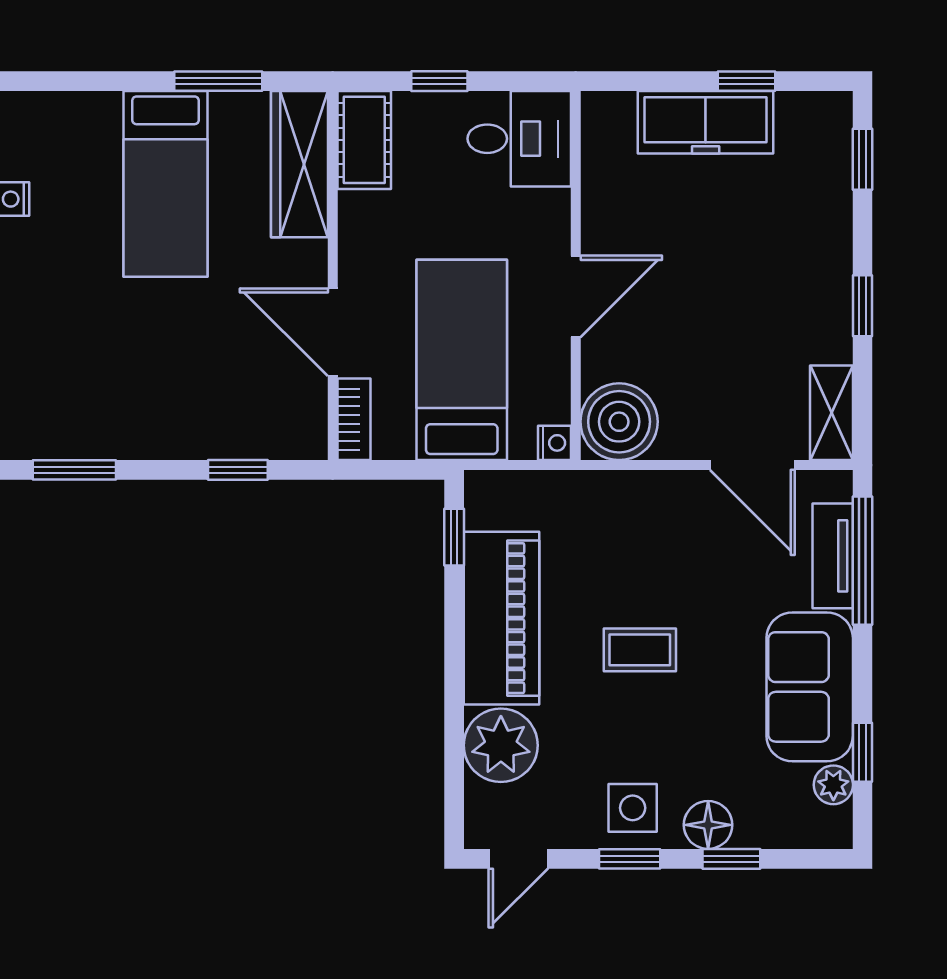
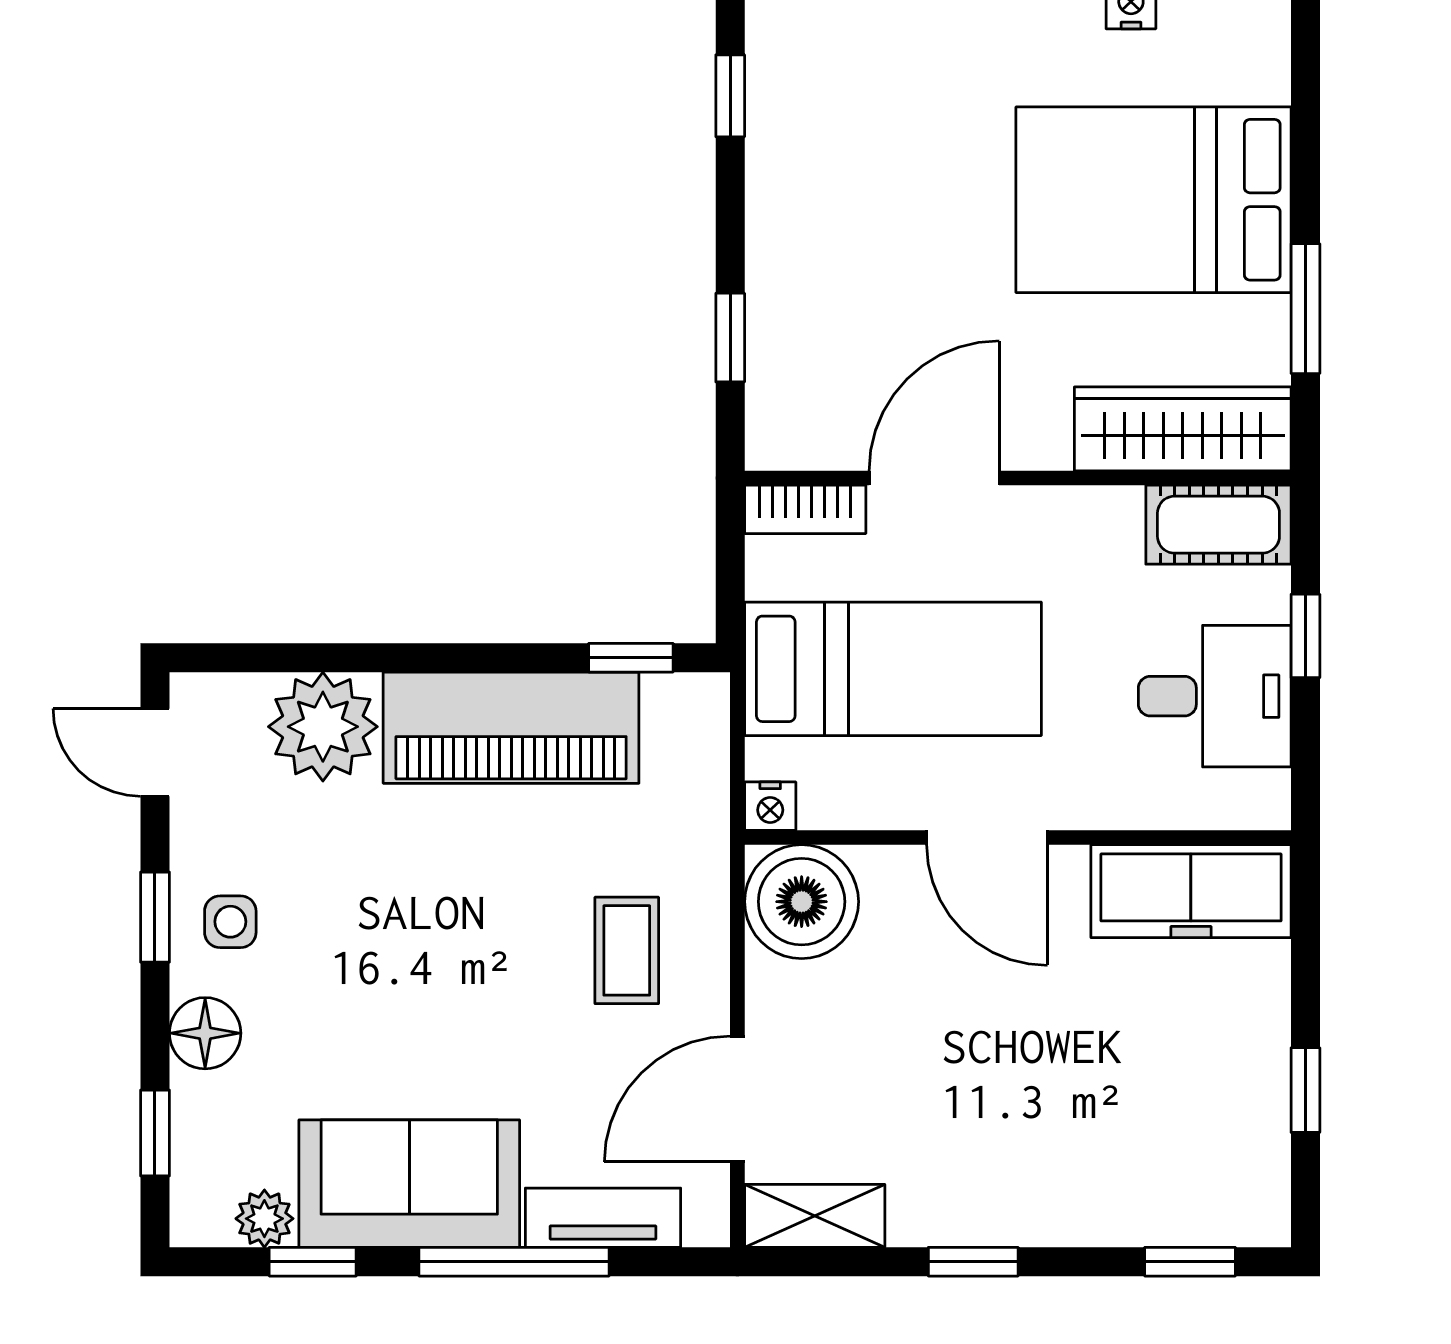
freezer: (706, 122) -> (1191, 891), moved, turned -90
desk: (519, 139) -> (1215, 696), moved, turned -90
bed: (166, 184) -> (1154, 200), width x1.50
window: (74, 470) -> (730, 96), width x0.67
window: (862, 561) -> (514, 1262), moved
coffee table: (640, 650) -> (627, 950), moved
side table: (633, 808) -> (230, 922), width x0.73, depth x0.73
window: (731, 859) -> (155, 1133), moved

